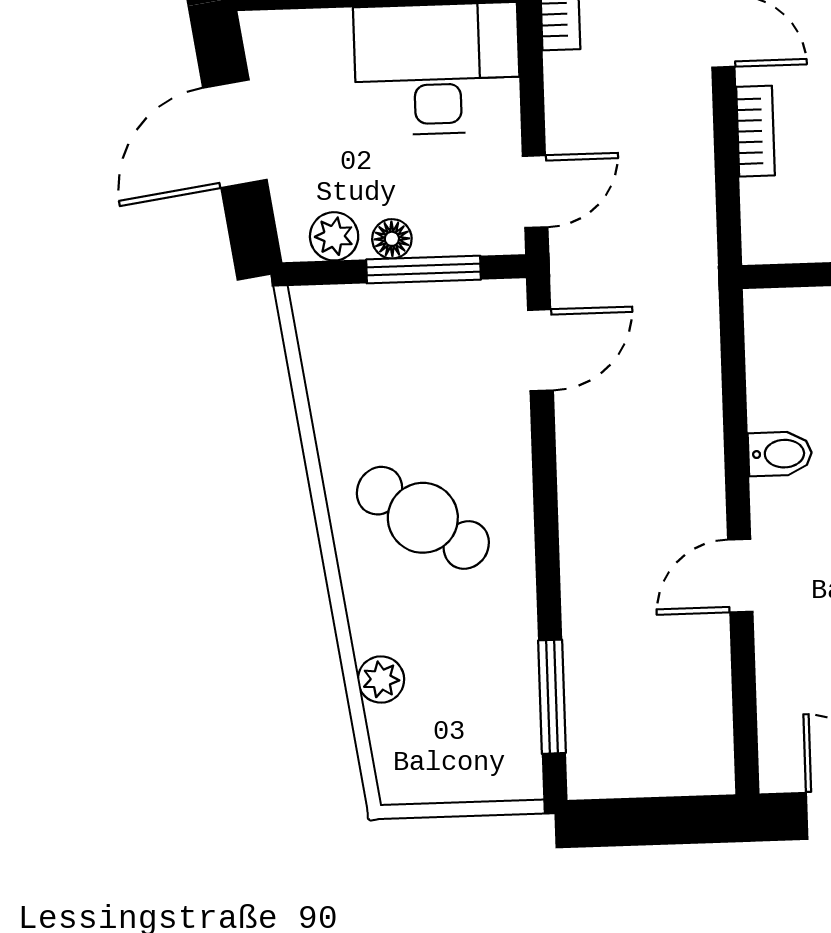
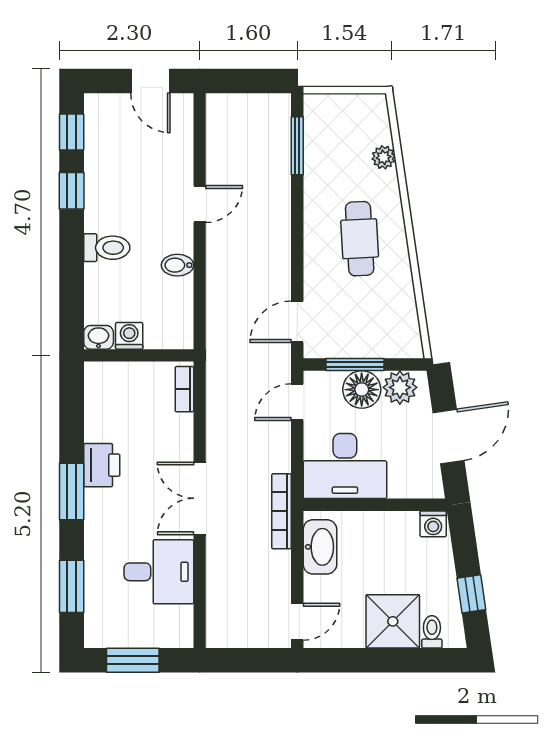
bookcase: (756, 131) -> (184, 389), moved
plant: (334, 236) -> (400, 387), width x1.38, depth x1.38
floor lamp: (392, 239) -> (362, 390), width x1.89, depth x1.89
cafe table: (423, 518) -> (360, 239), turned 53

